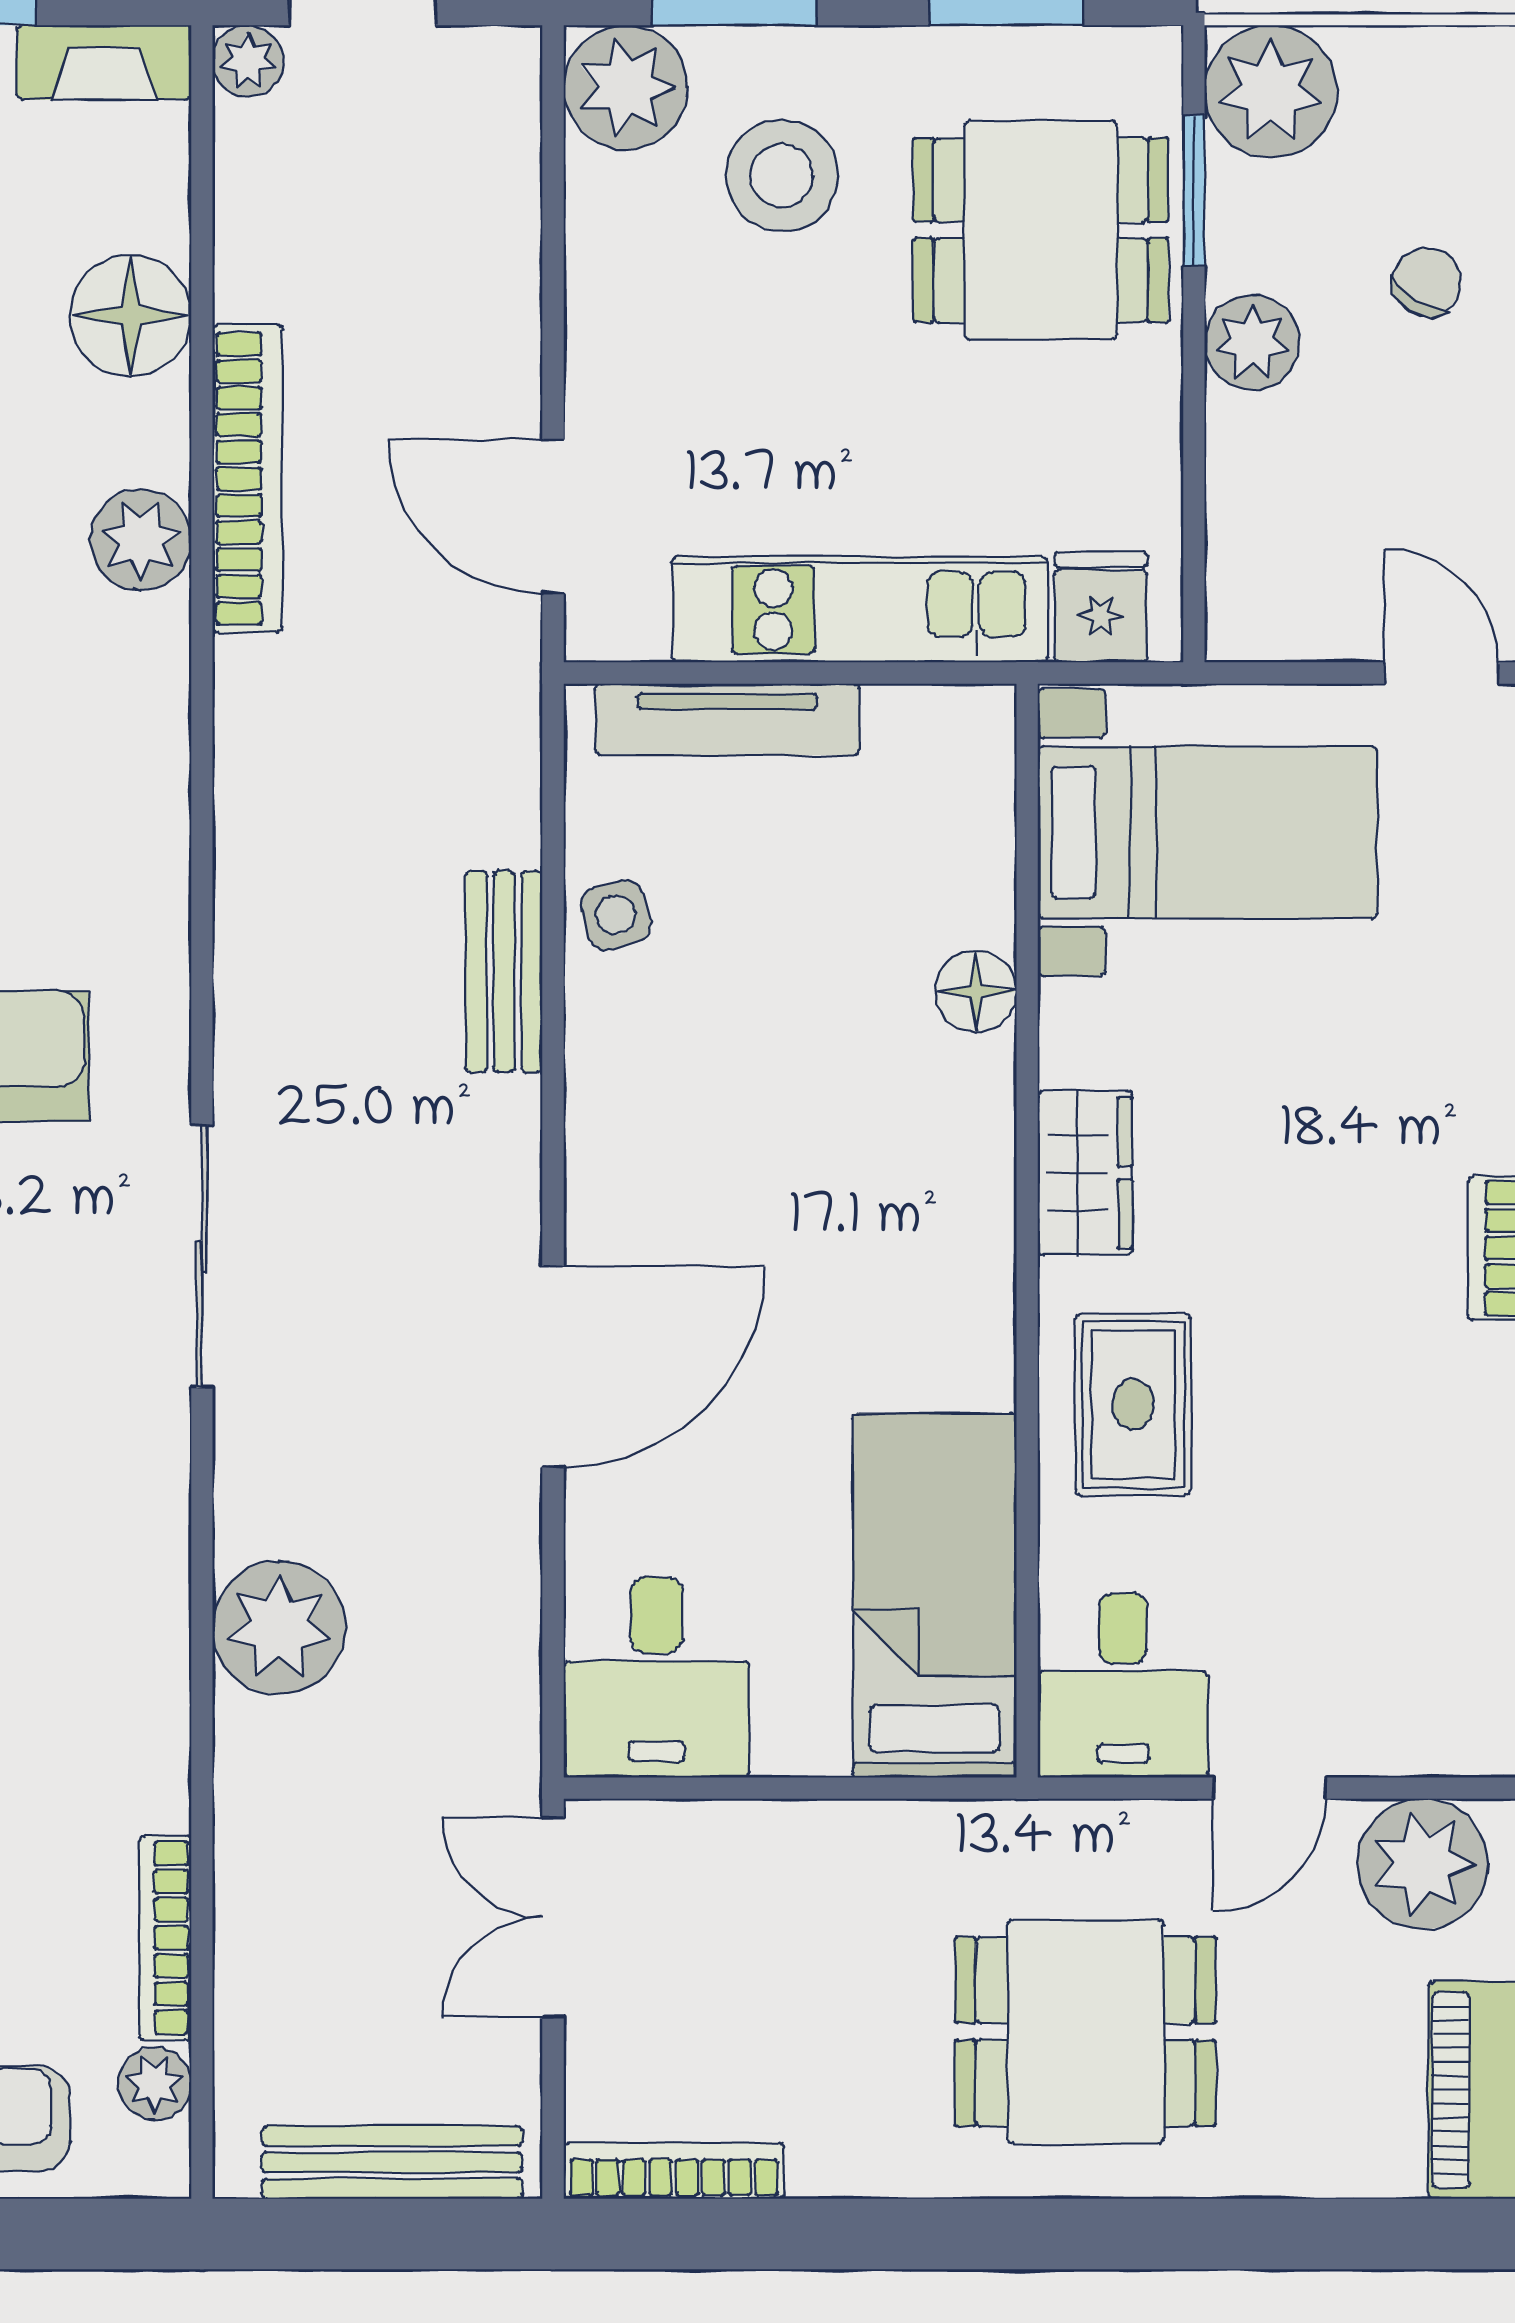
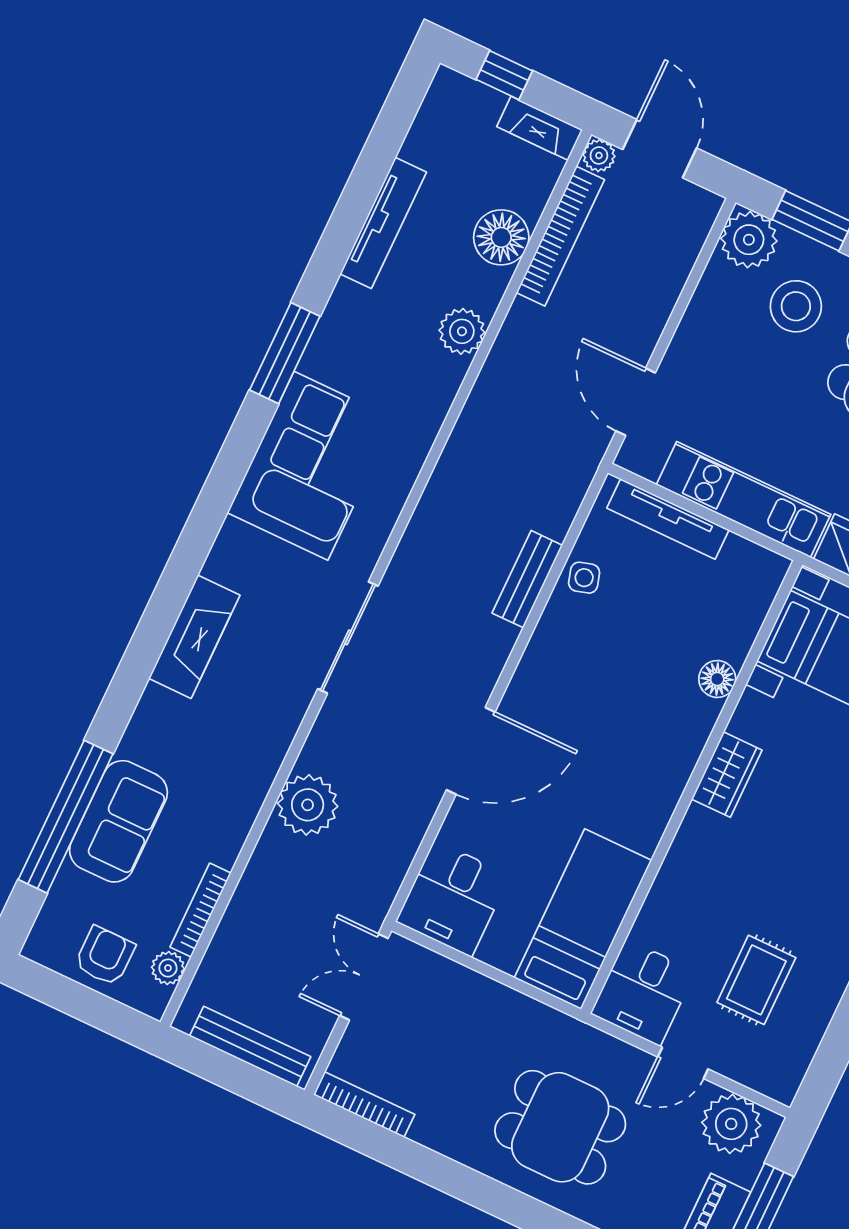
bookcase: (247, 479) -> (560, 236), moved
rug: (1133, 1405) -> (756, 980), moved

